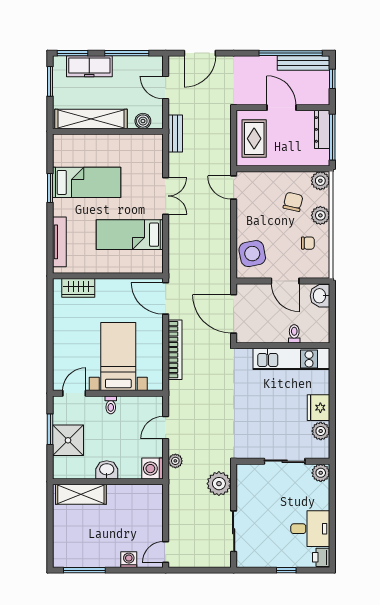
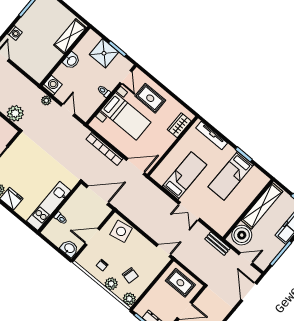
boiler: (143, 121) -> (242, 235), width x1.86, depth x1.86
rug: (75, 346) -> (150, 98), added

